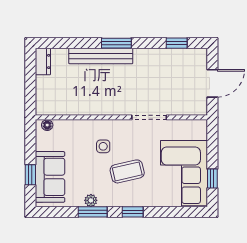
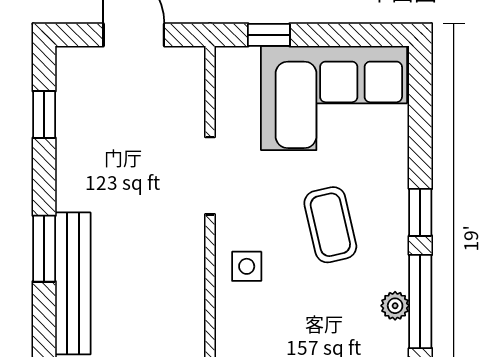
side table: (103, 146) -> (247, 266), moved
window: (212, 178) -> (269, 35), moved
window: (93, 212) -> (420, 302), width x1.44

